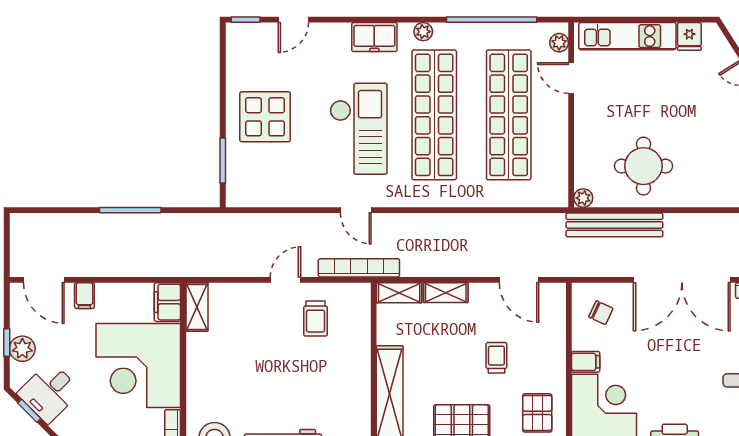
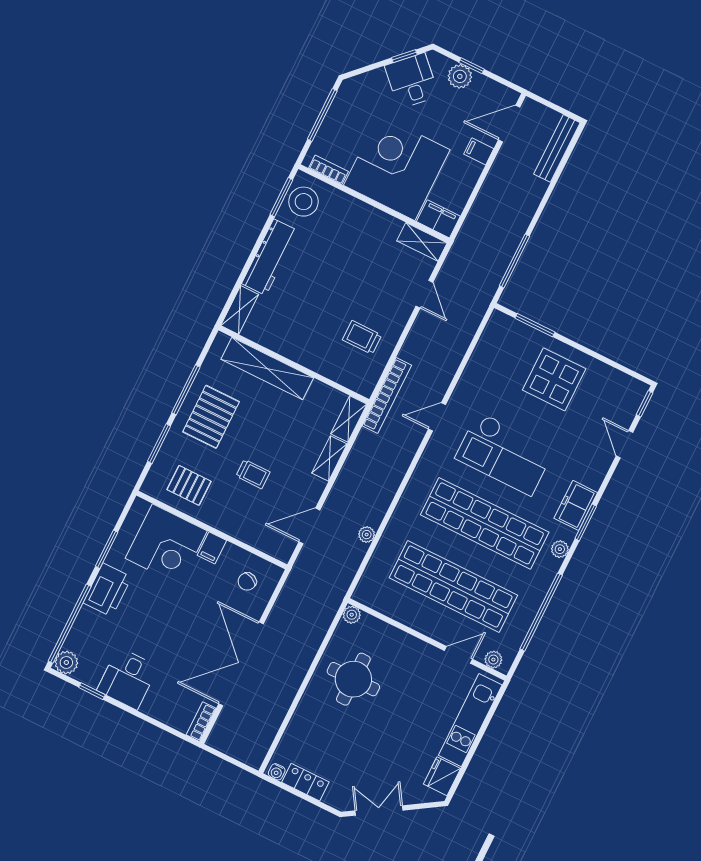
window: (386, 20) -> (586, 522), added
fridge: (689, 36) -> (442, 776), width x1.38
window: (130, 210) -> (514, 261), moved
plant: (500, 222) -> (367, 535), added
bench: (614, 225) -> (557, 148), moved, width x0.73, depth x0.82
door: (285, 280) -> (424, 294), moved

